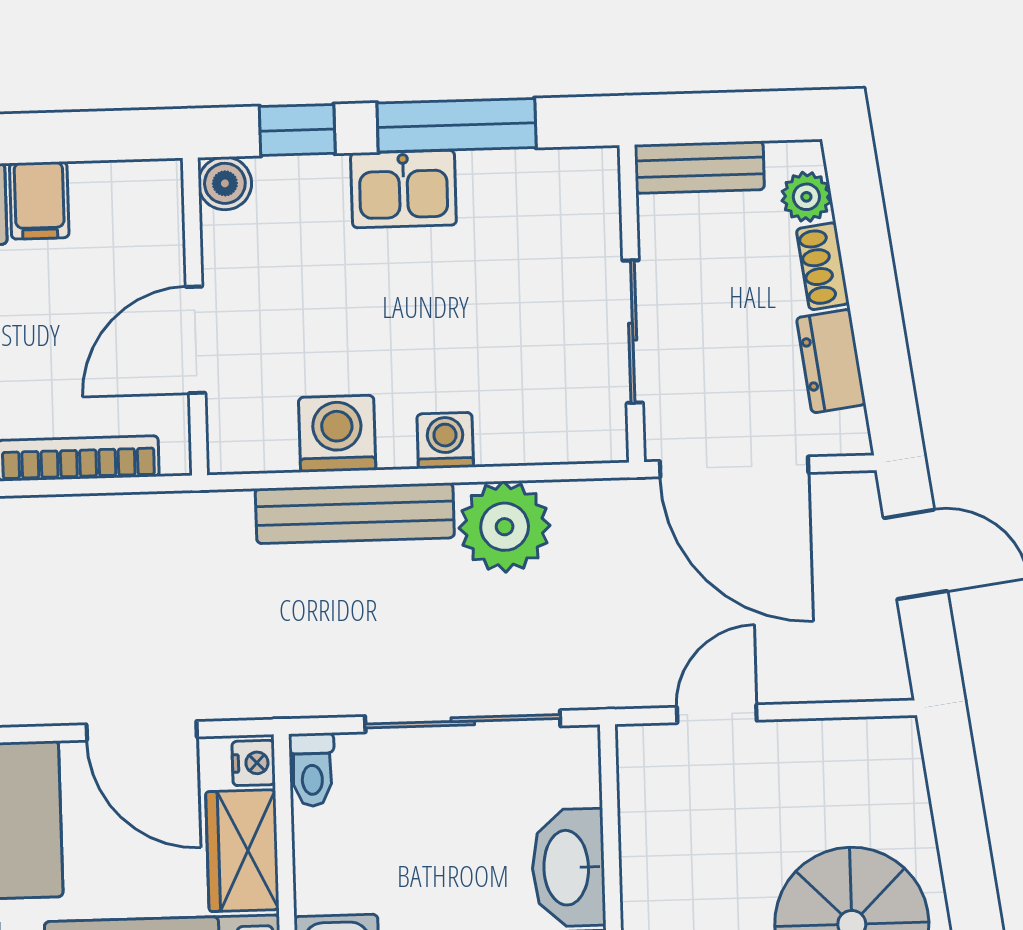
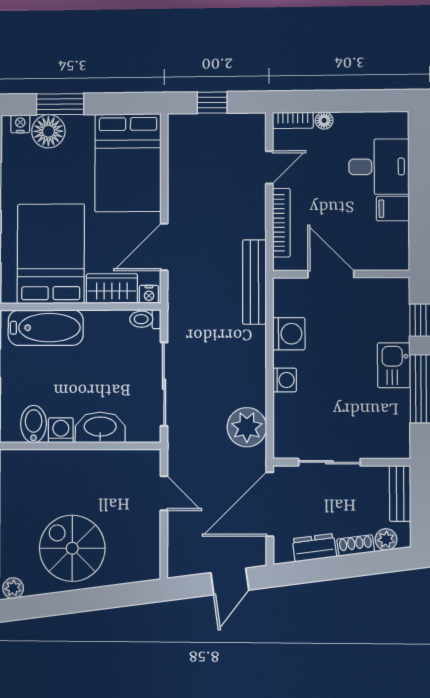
boiler: (225, 183) -> (398, 288), removed
bench: (355, 513) -> (254, 282), moved
plant: (505, 527) -> (247, 427), moved

